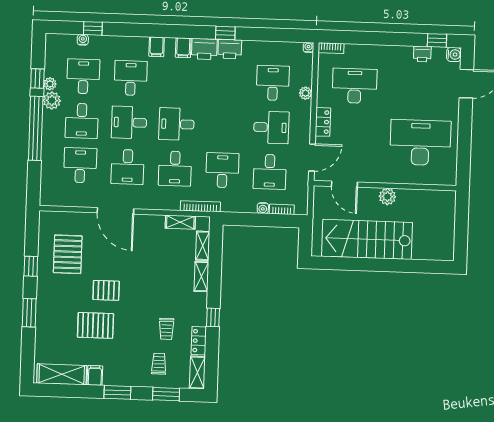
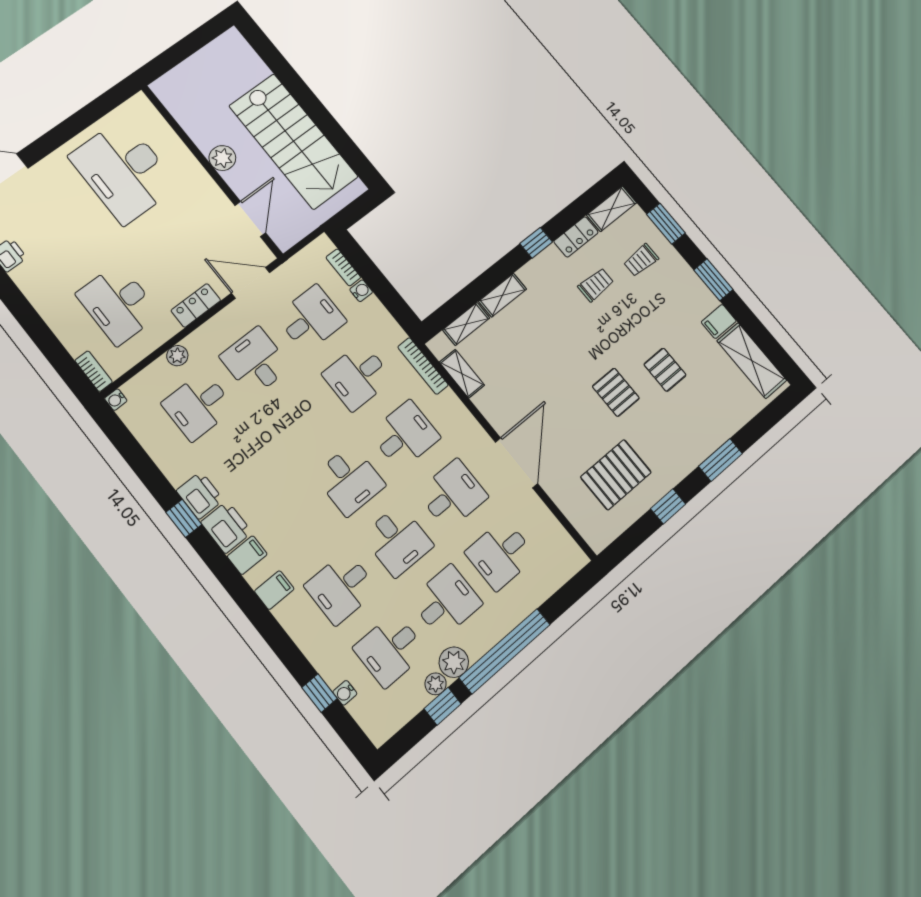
pallet: (95, 325) -> (665, 370), width x0.67, depth x0.71

